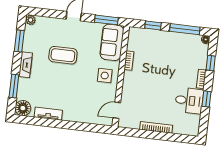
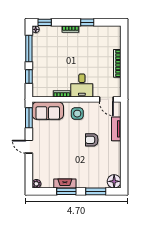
window: (19, 41) -> (66, 191), moved
coffee table: (63, 55) -> (64, 152), removed
window: (211, 63) -> (45, 22), moved
fireplace: (26, 65) -> (65, 184), moved
armchair: (73, 88) -> (92, 140), added
desk: (189, 101) -> (82, 86), moved, turned 180
tv unit: (48, 114) -> (116, 129), moved

